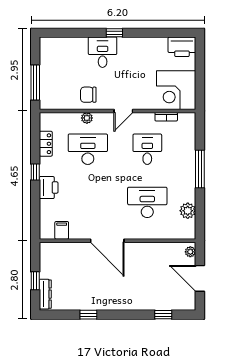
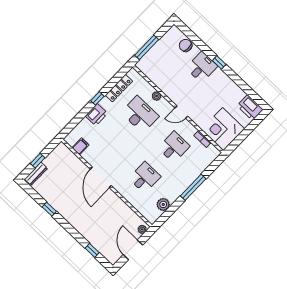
chair: (88, 95) -> (186, 45), moved
locker: (46, 144) -> (119, 88), width x1.53
desk: (147, 202) -> (145, 177), width x0.73

